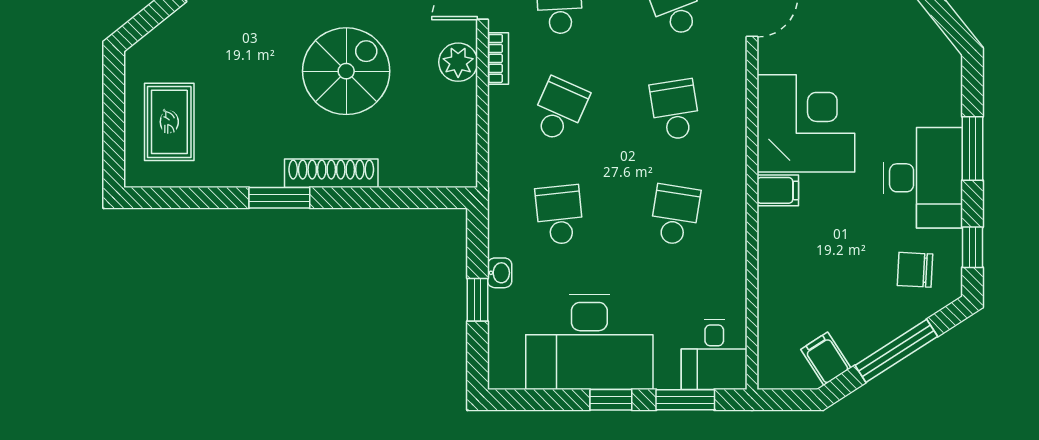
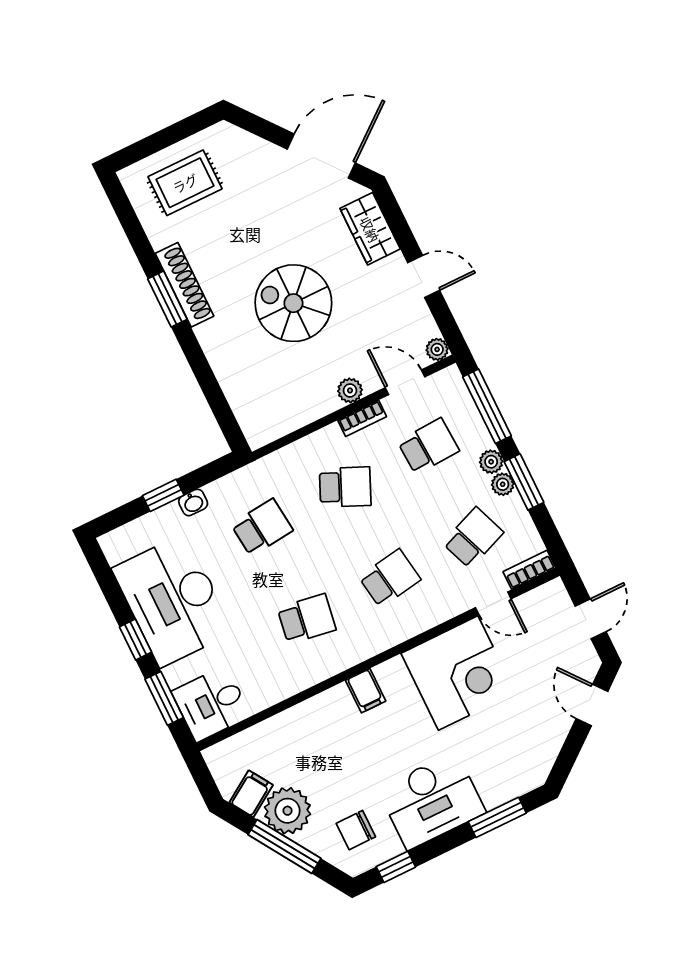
plant: (458, 62) -> (350, 390), width x0.73, depth x0.73
spiral stairs: (346, 71) -> (293, 303), turned 180
corner desk: (806, 123) -> (458, 673), moved
window: (973, 149) -> (497, 817), moved
shoe rack: (331, 173) -> (184, 285), moved
chair: (915, 270) -> (356, 830), turned -93
plant: (861, 330) -> (288, 811), added

